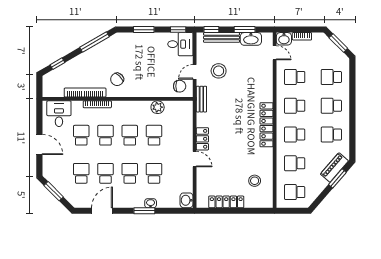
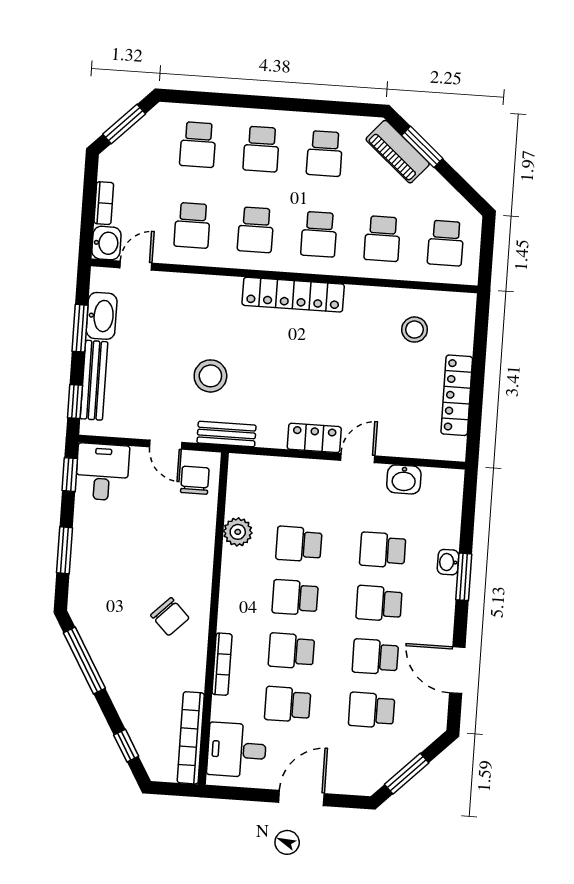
stool: (219, 71) -> (210, 376), moved
bookcase: (85, 93) -> (191, 738), moved
washbasin: (187, 200) -> (404, 479), moved

